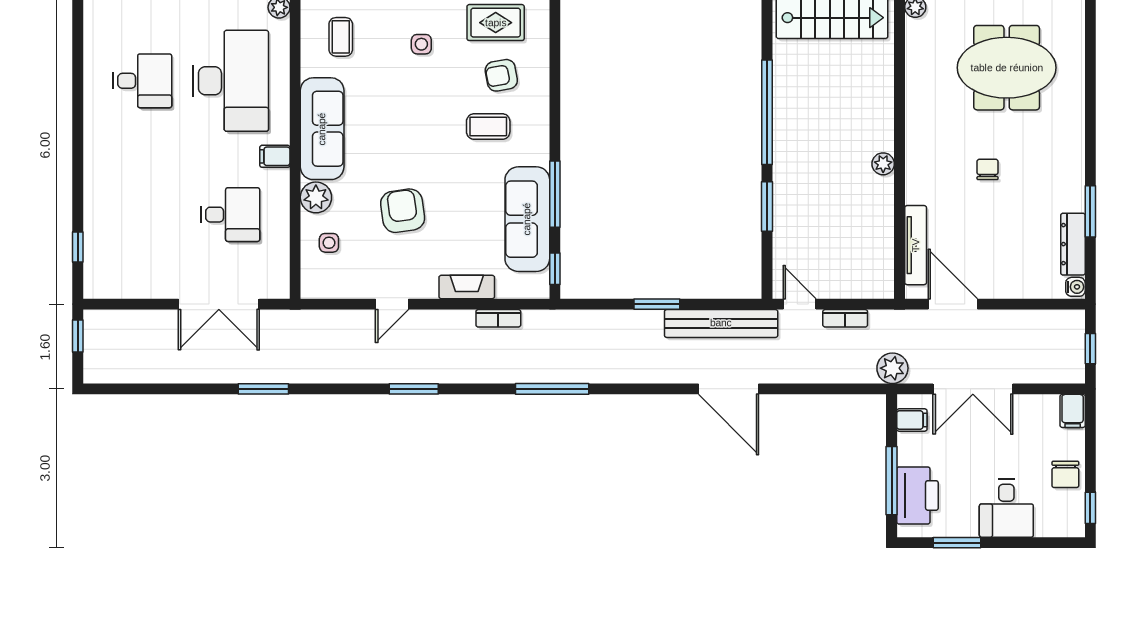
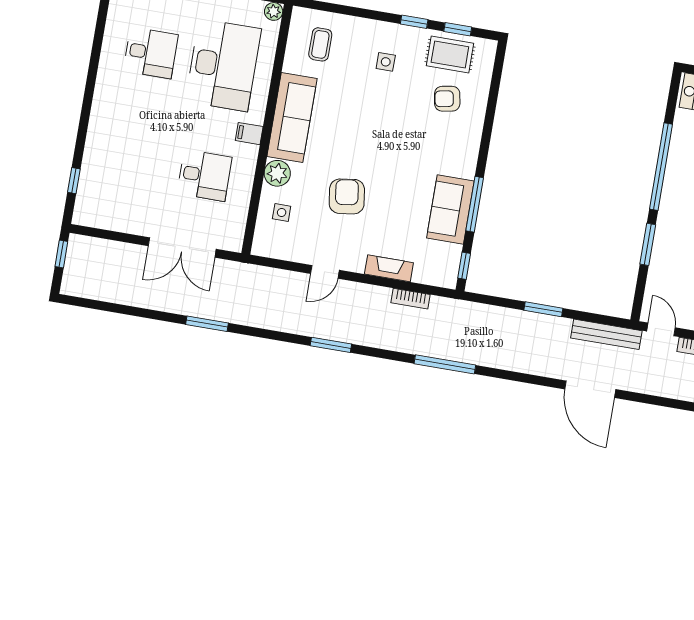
coffee table: (488, 127) -> (429, 139), removed
sofa: (527, 219) -> (450, 210), width x0.73
bench: (721, 323) -> (606, 334), width x0.73, depth x0.82

